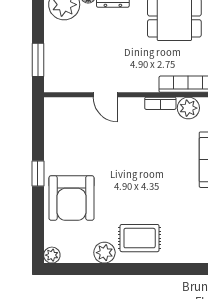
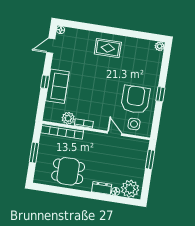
side table: (75, 116) -> (134, 124), added
armchair: (71, 198) -> (135, 99), moved
plant: (104, 253) -> (129, 43), removed

